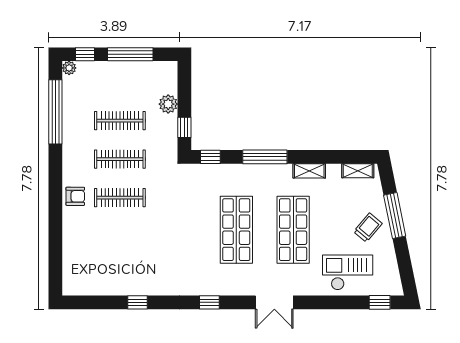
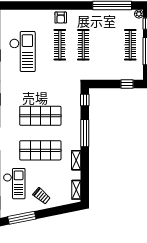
plant: (168, 104) -> (117, 74), removed
clothes rail: (120, 121) -> (130, 45), moved
window: (184, 127) -> (127, 84), moved
window: (395, 216) -> (22, 218), moved
checkout: (131, 259) -> (22, 52), added

